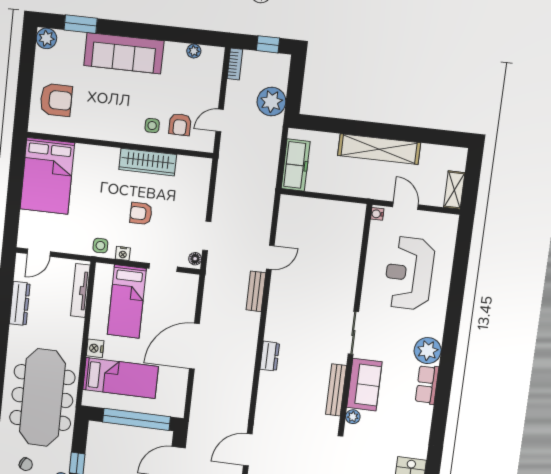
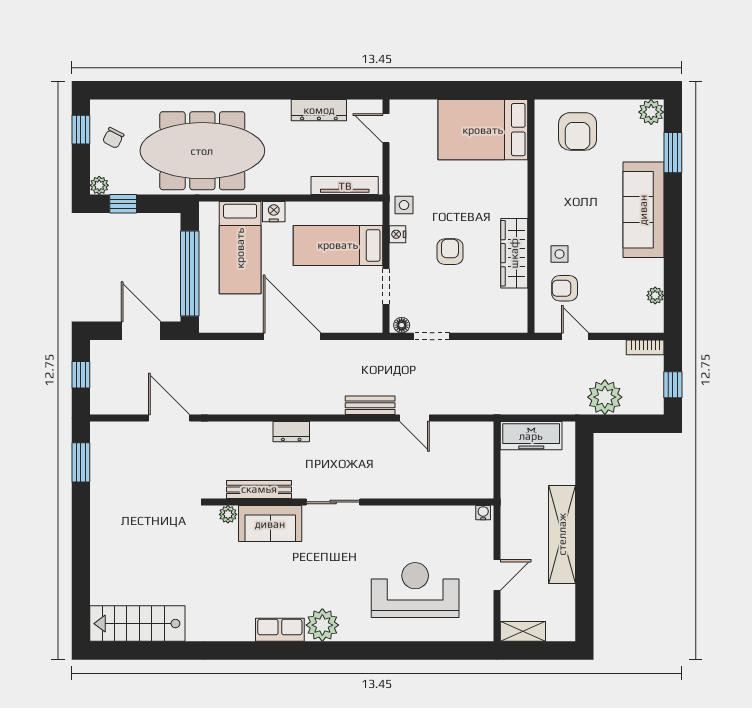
water cooler: (377, 214) -> (483, 513), moved
wall: (355, 319) -> (351, 502), moved
sliding door: (353, 333) -> (333, 502), moved
sofa: (364, 385) -> (270, 524), moved
bench: (336, 390) -> (259, 489), moved
plant: (353, 417) -> (228, 514), moved

